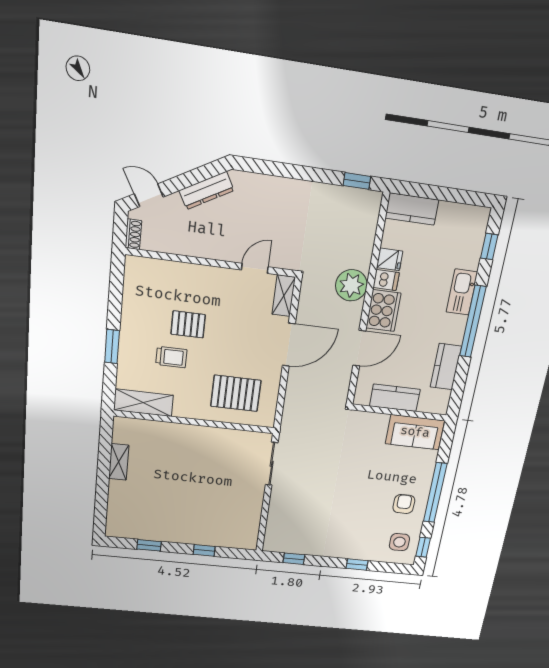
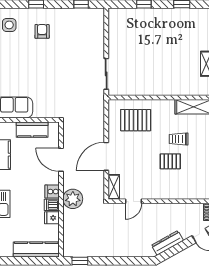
kitchen counter: (412, 209) -> (36, 249), width x1.50
cooker: (383, 311) -> (52, 192), width x0.53, depth x0.76
door: (359, 348) -> (61, 160), hinge flipped
armchair: (404, 504) -> (42, 31), moved, turned 180

